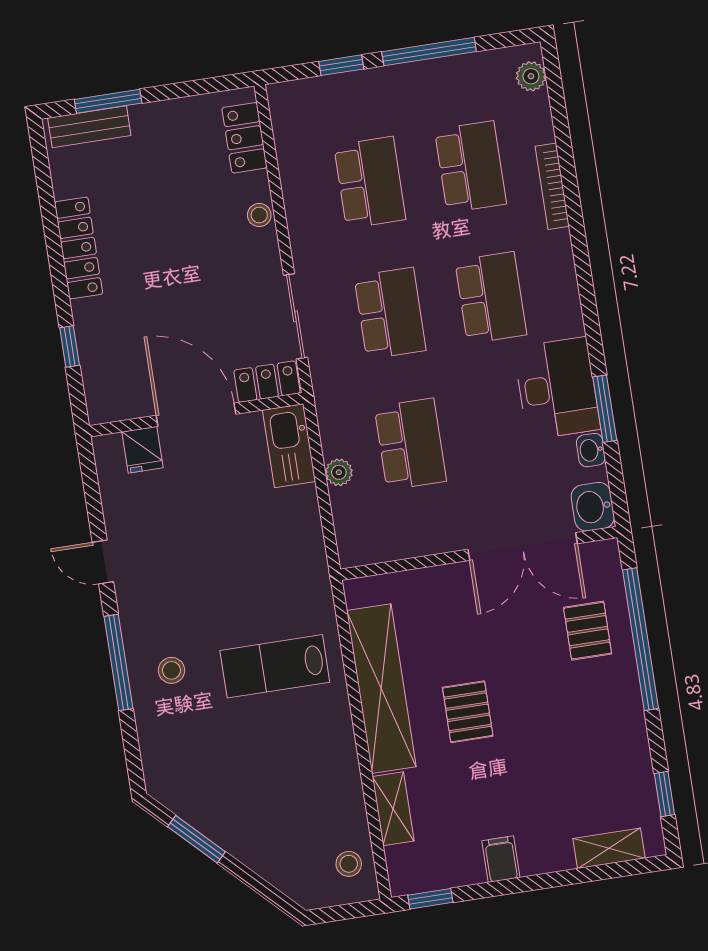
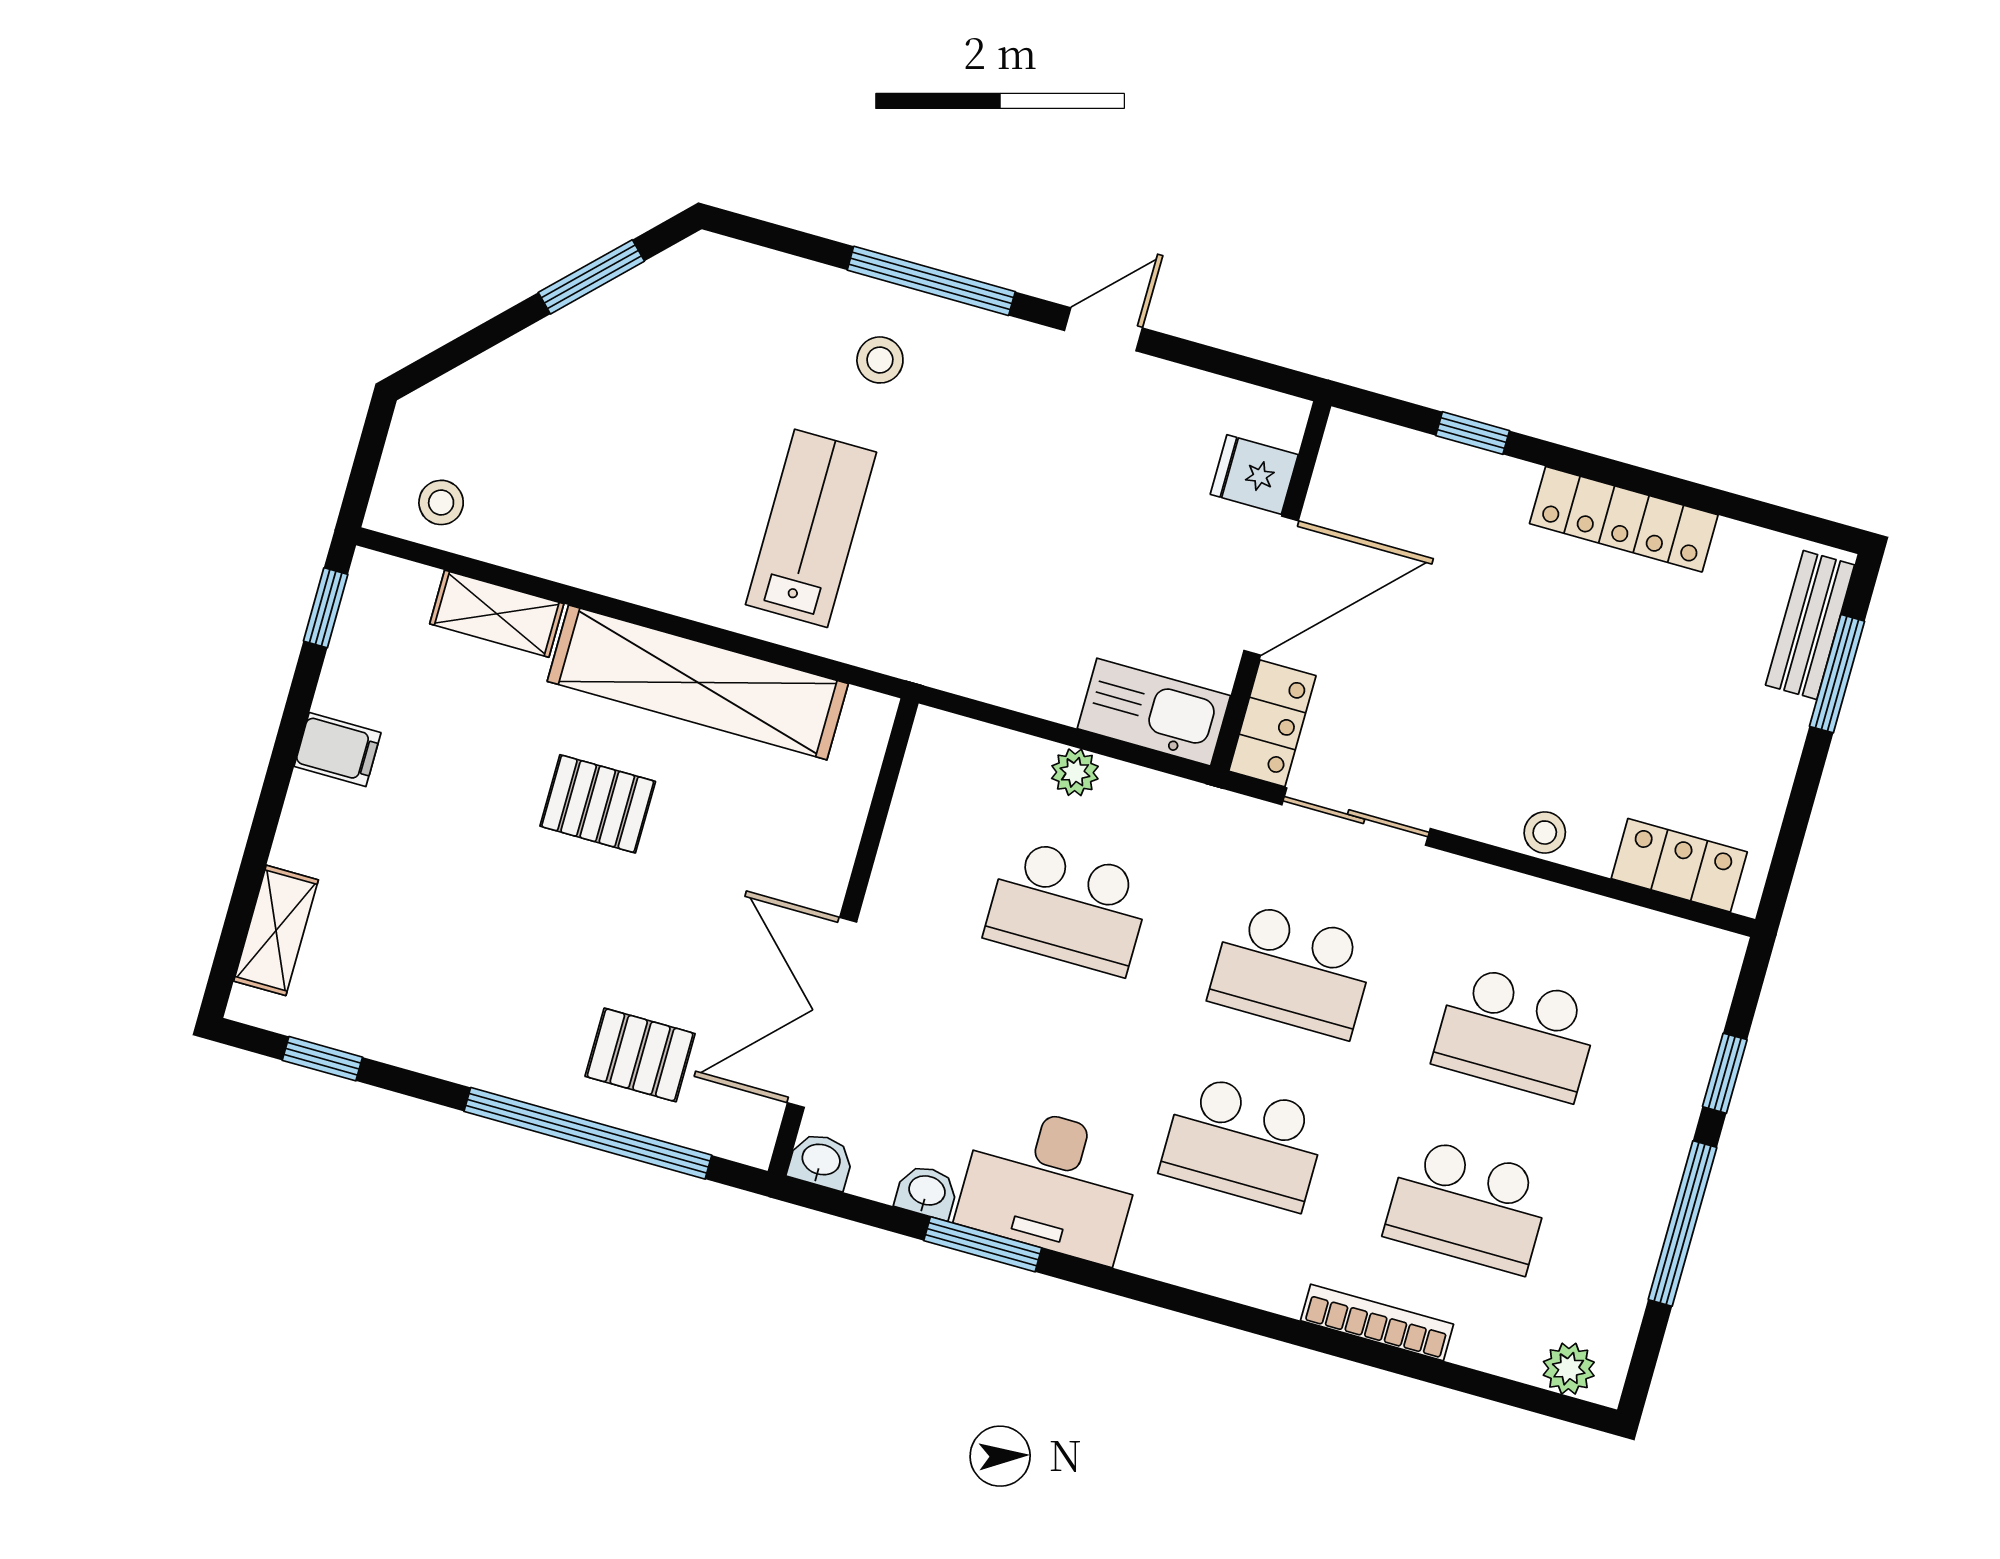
washbasin: (593, 507) -> (821, 1161), width x0.72, depth x0.69

